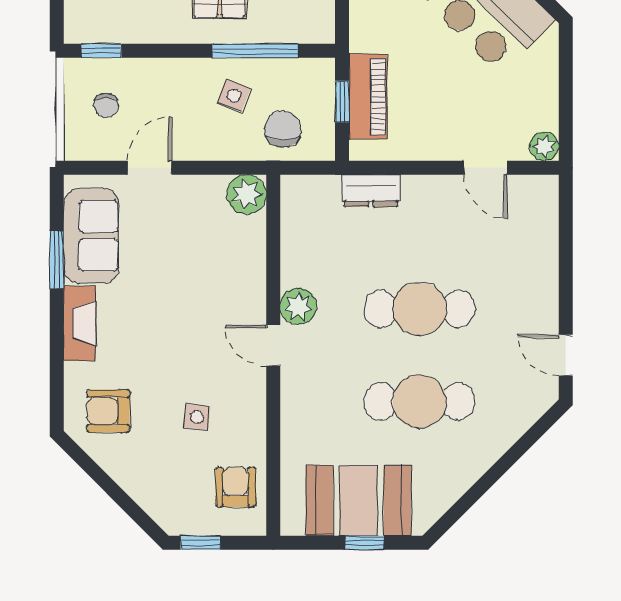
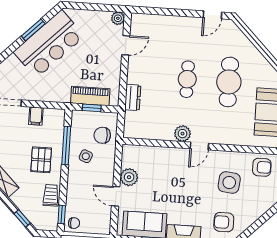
trolley: (142, 24) -> (51, 195), added
chair: (106, 105) -> (74, 223), moved
plant: (247, 194) -> (129, 177), moved
cafe table: (420, 309) -> (187, 79), width x0.73, depth x0.74
armchair: (108, 411) -> (224, 222), turned 90
side table: (197, 417) -> (229, 182), width x1.87, depth x1.87
armchair: (236, 487) -> (262, 167), turned 180

